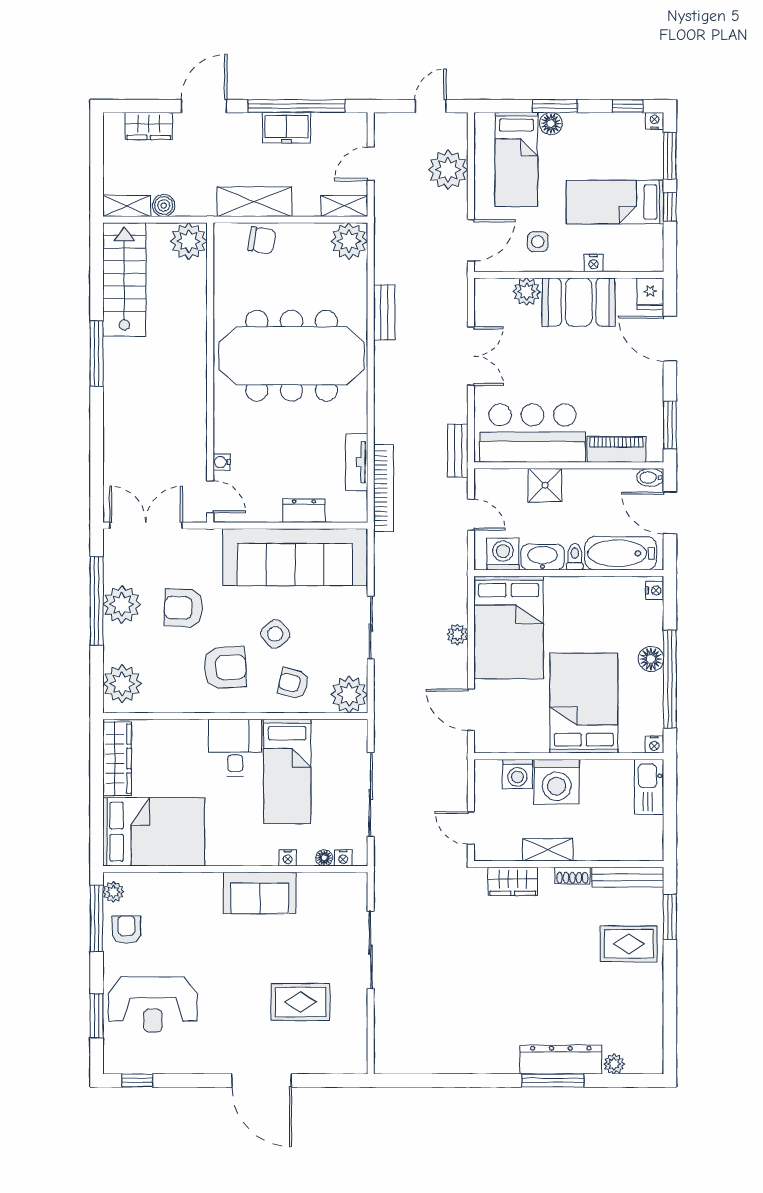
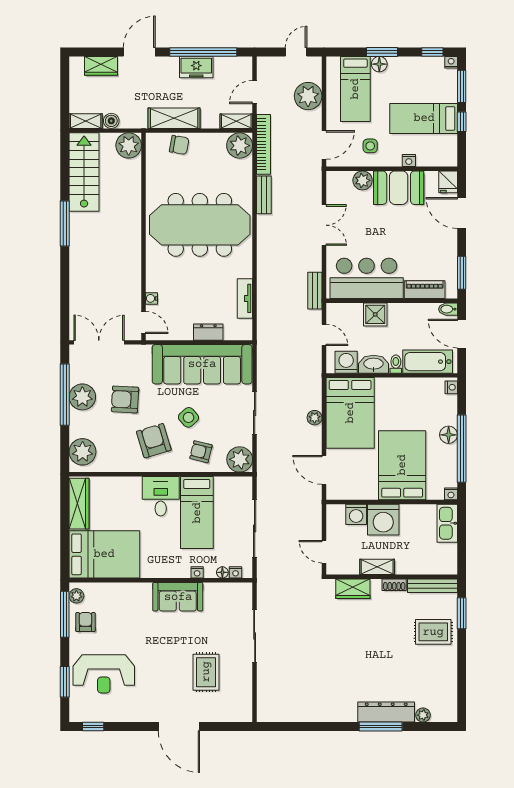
bookcase: (384, 488) -> (263, 144), moved
armchair: (225, 668) -> (154, 441), turned -103
rug: (301, 1002) -> (206, 672), turned 90

